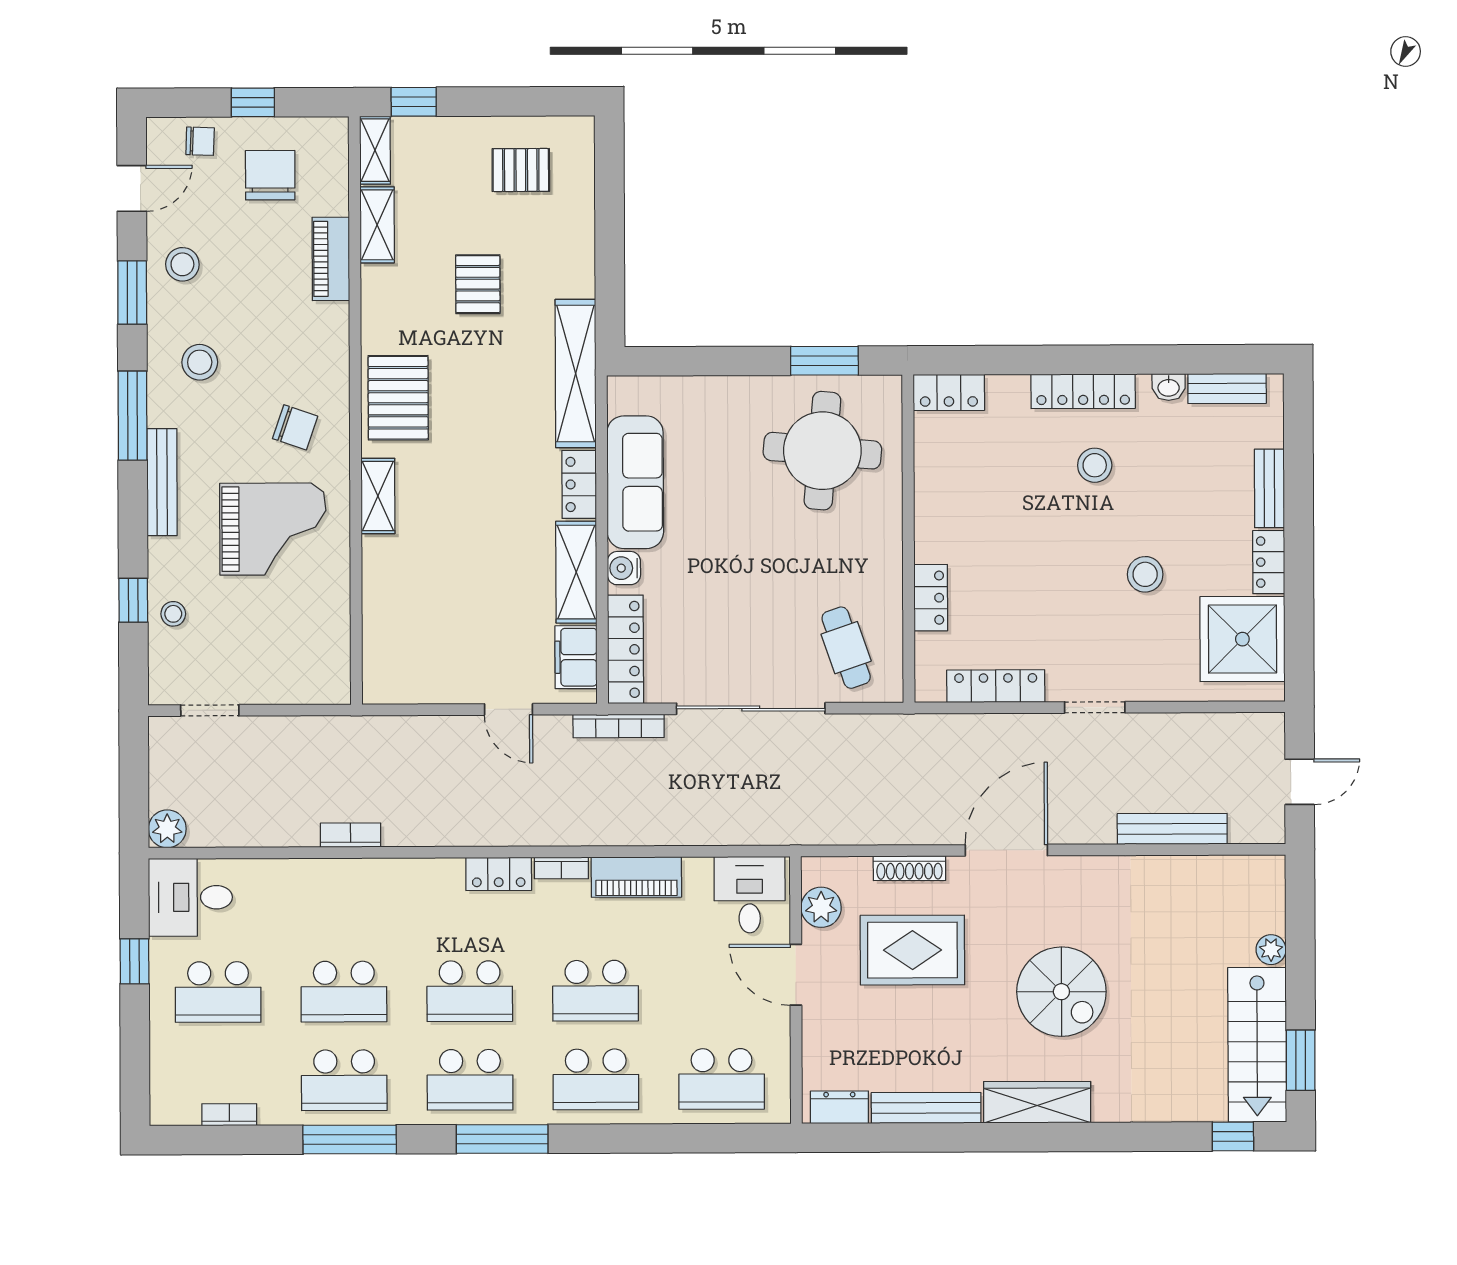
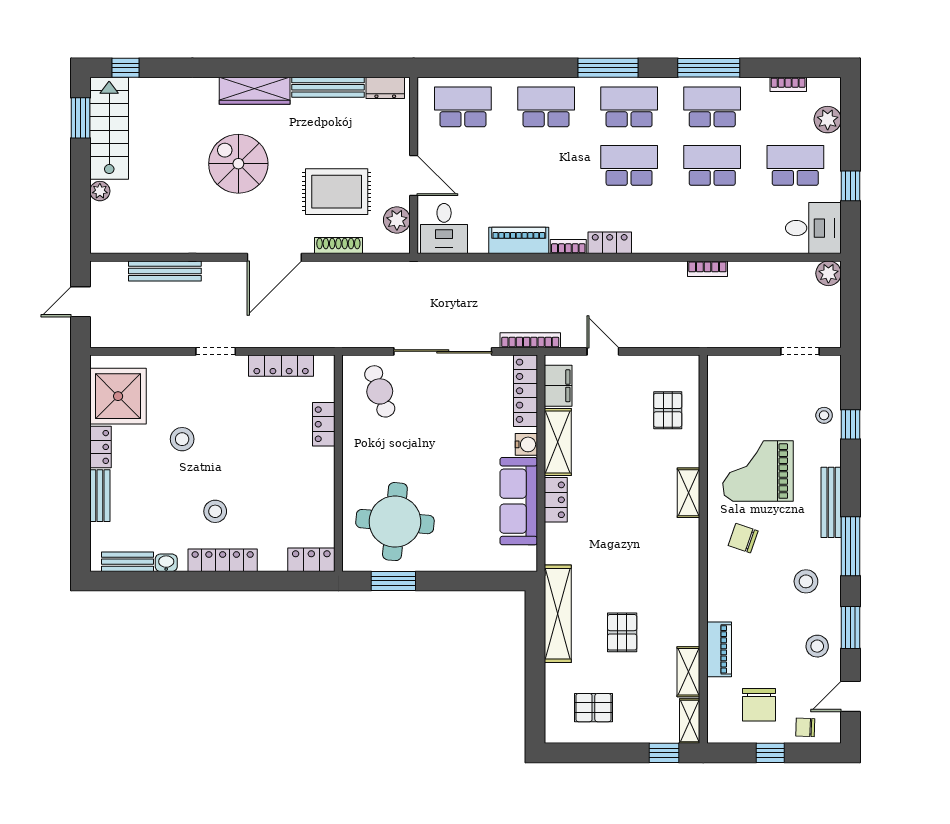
shelving: (576, 374) -> (558, 614), moved
pallet: (398, 398) -> (668, 410), moved, width x0.67, depth x0.71
school desk: (595, 991) -> (546, 165), removed
plant: (169, 1062) -> (828, 120), added

